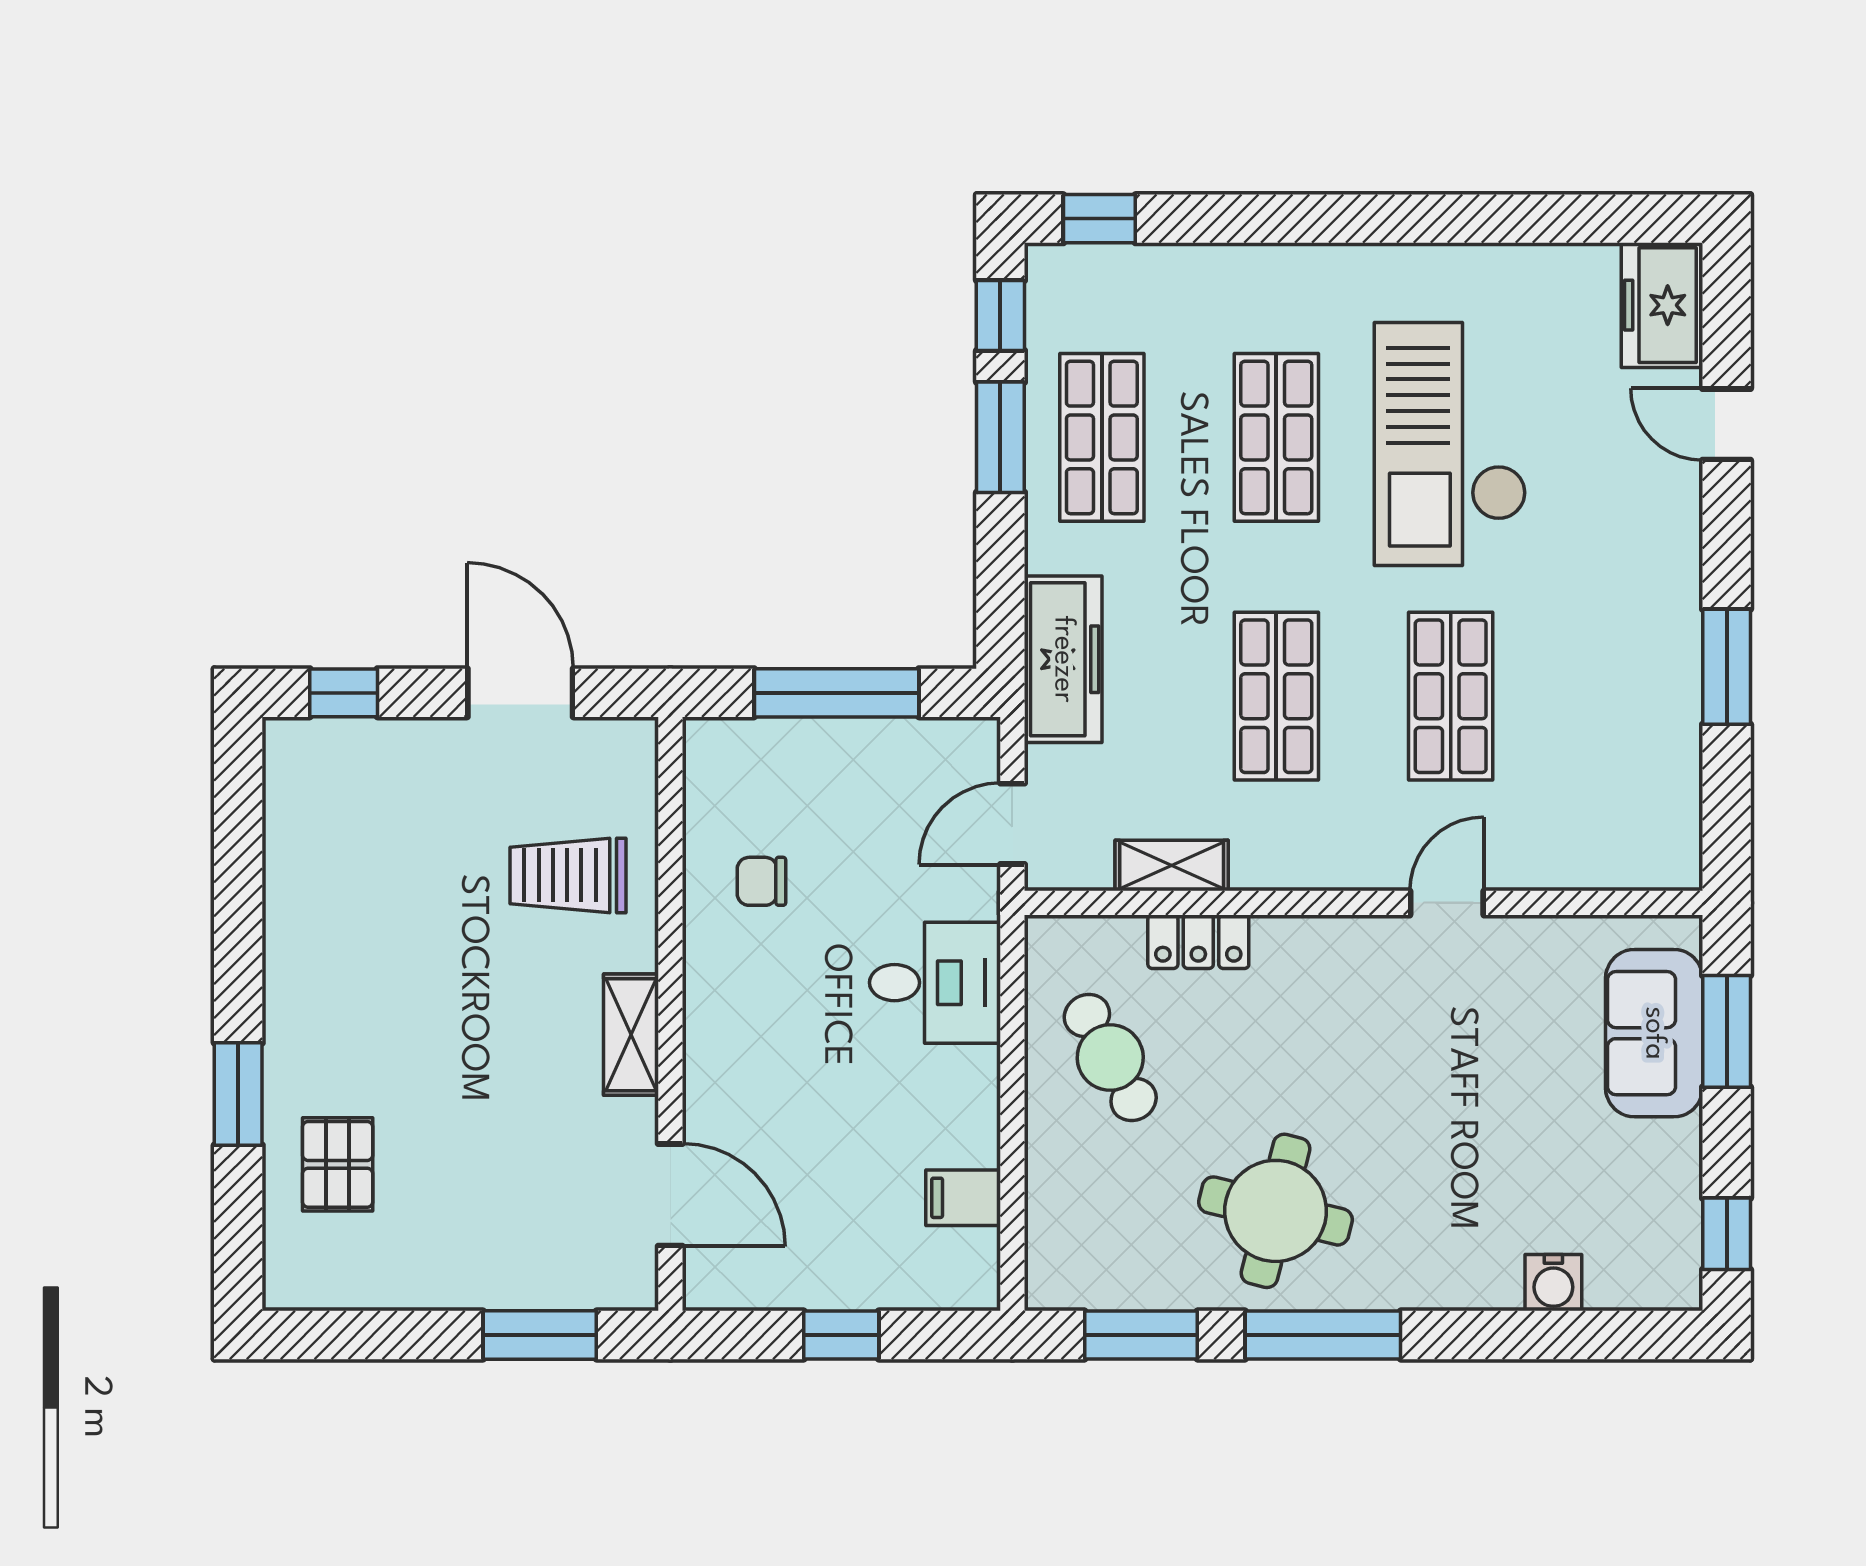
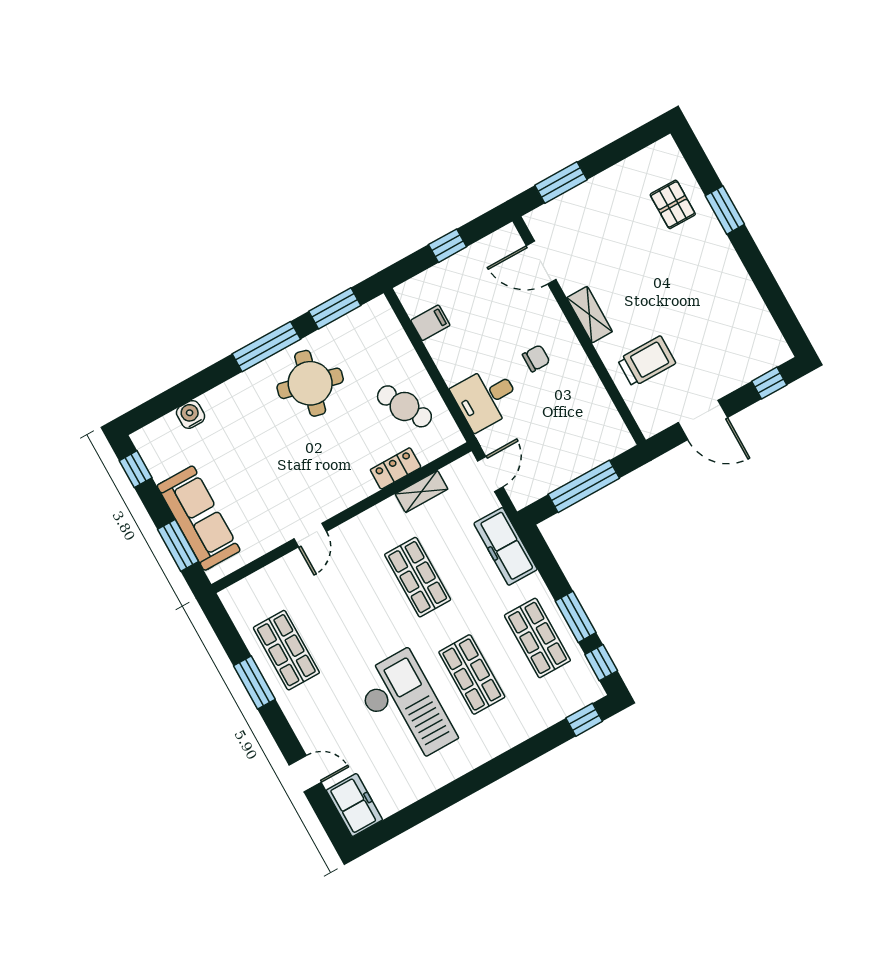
shop shelf: (1451, 696) -> (286, 650), moved
chair: (761, 881) -> (536, 358), moved
sofa: (1654, 1033) -> (199, 518), width x1.36

